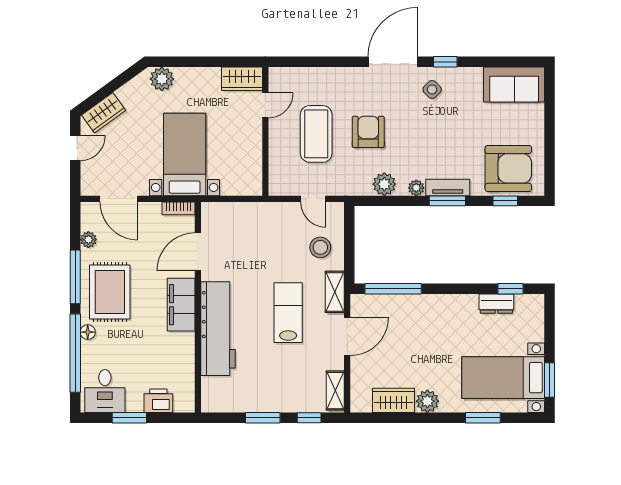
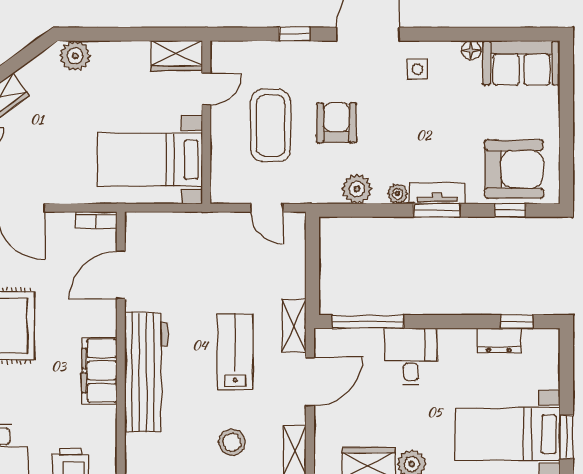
window: (445, 62) -> (294, 34), moved
floor lamp: (474, 74) -> (471, 50), added
side table: (432, 89) -> (417, 69), turned 45
bed with nightstands: (185, 155) -> (150, 160), moved, turned -90
stool: (320, 247) -> (232, 442), moved
filing cabinet: (181, 305) -> (100, 371), moved
desk: (427, 316) -> (411, 356), added

